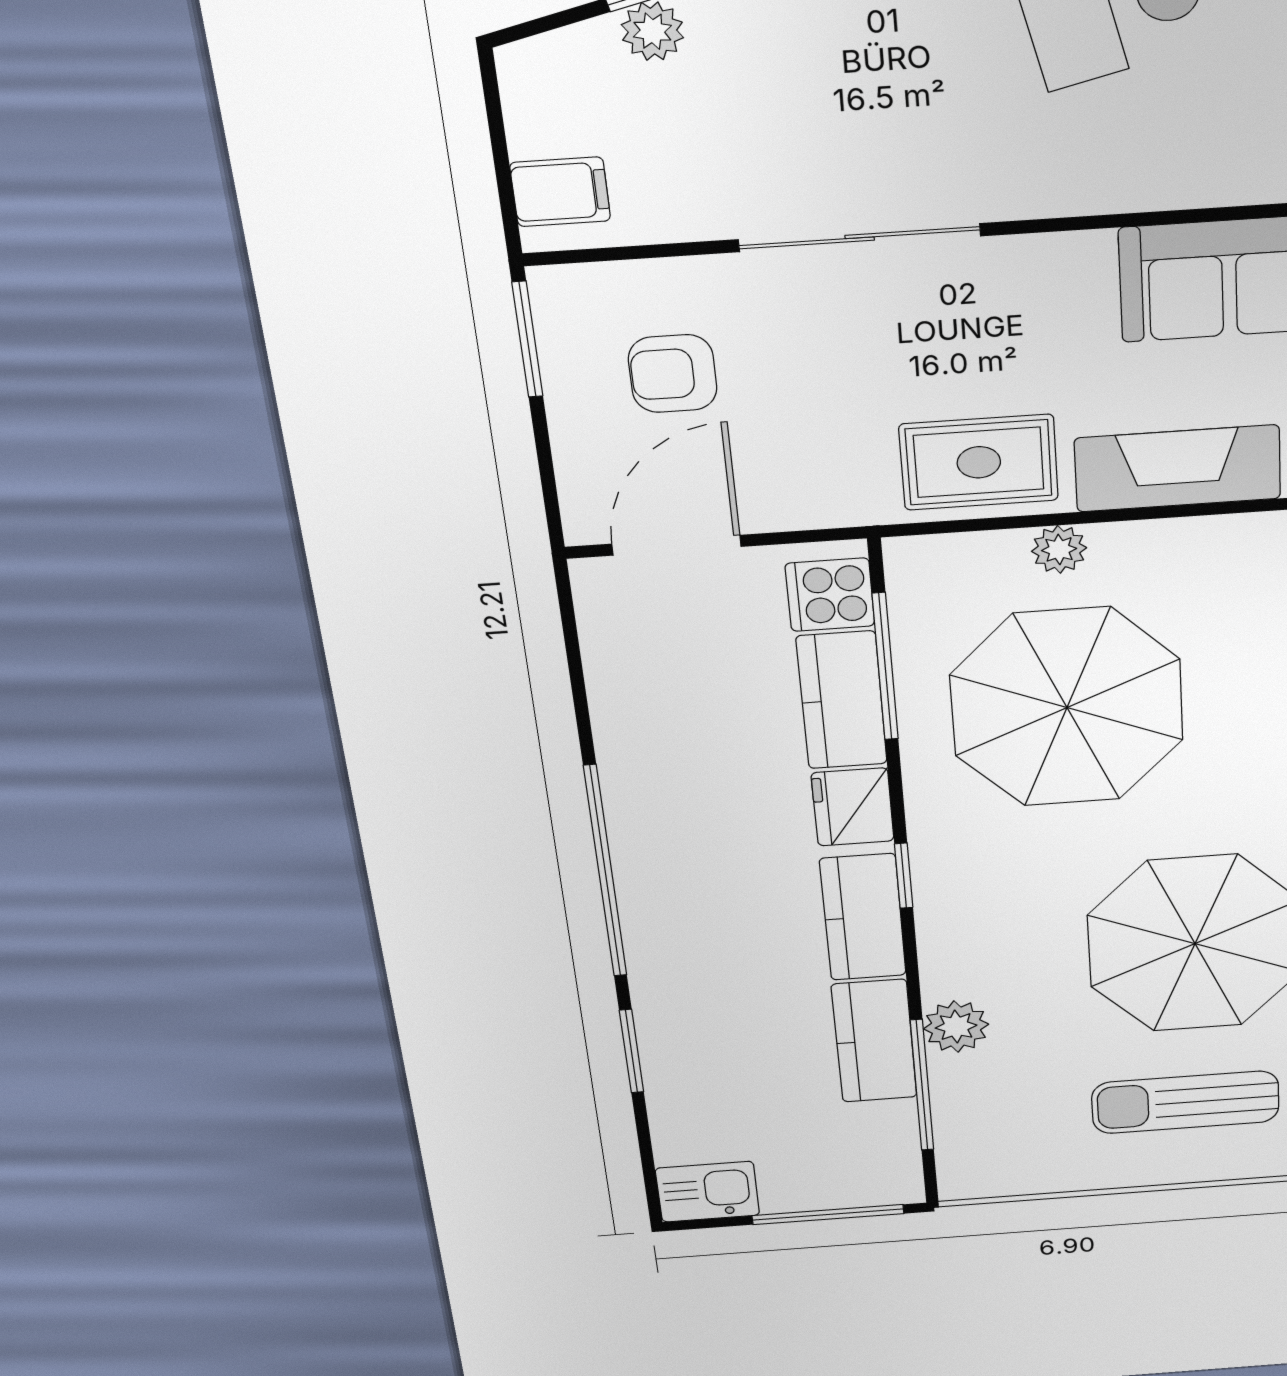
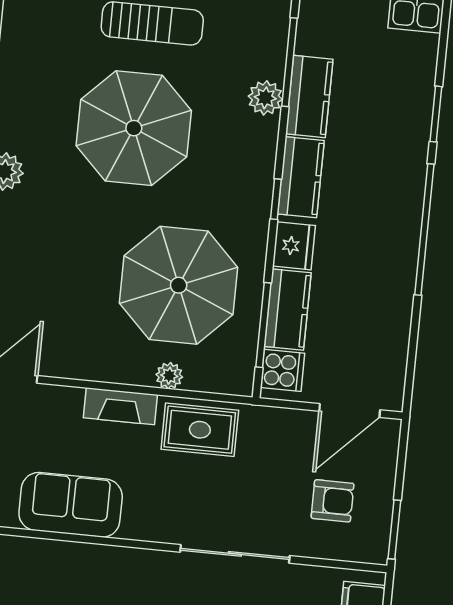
fireplace: (1178, 468) -> (120, 406), width x0.73, depth x0.76

